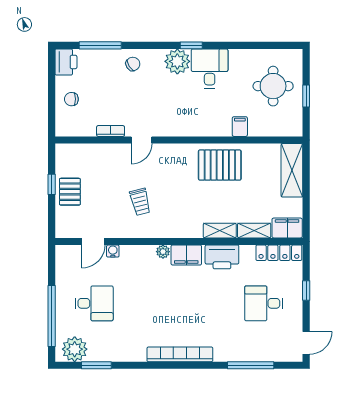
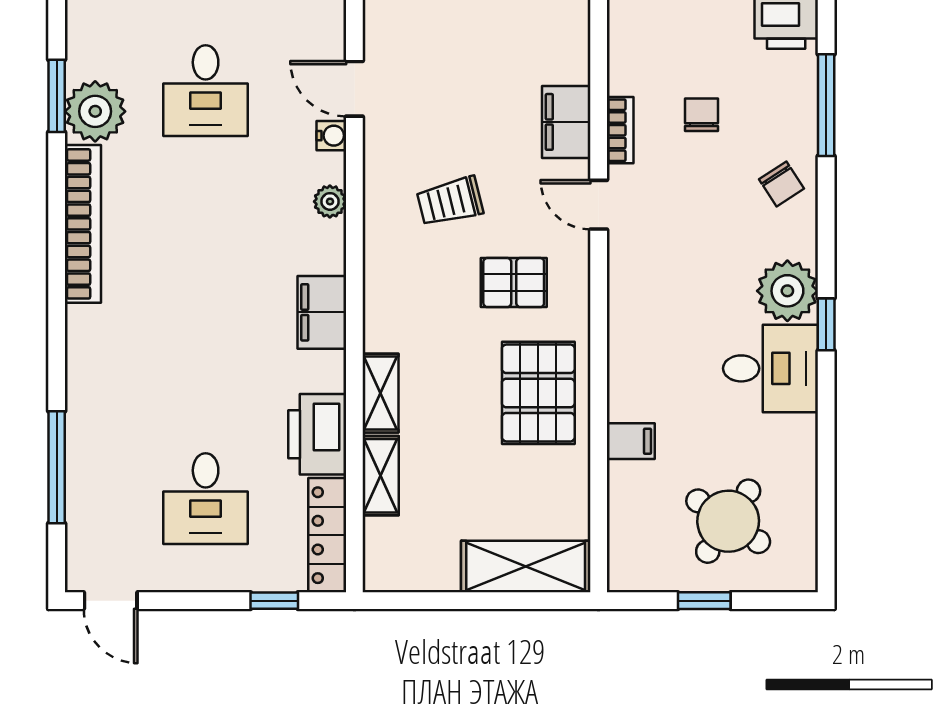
round table: (273, 86) -> (728, 521), turned 34
chair: (71, 99) -> (702, 115), moved
pallet: (70, 192) -> (514, 283), moved
filing cabinet: (287, 228) -> (566, 122), moved, turned 180
plant: (163, 252) -> (330, 201), moved
printer: (222, 257) -> (317, 434), moved
window: (306, 290) -> (274, 601), moved
desk: (264, 303) -> (206, 499), turned 180
plant: (75, 349) -> (95, 111), moved
bookcase: (180, 354) -> (83, 224), moved

